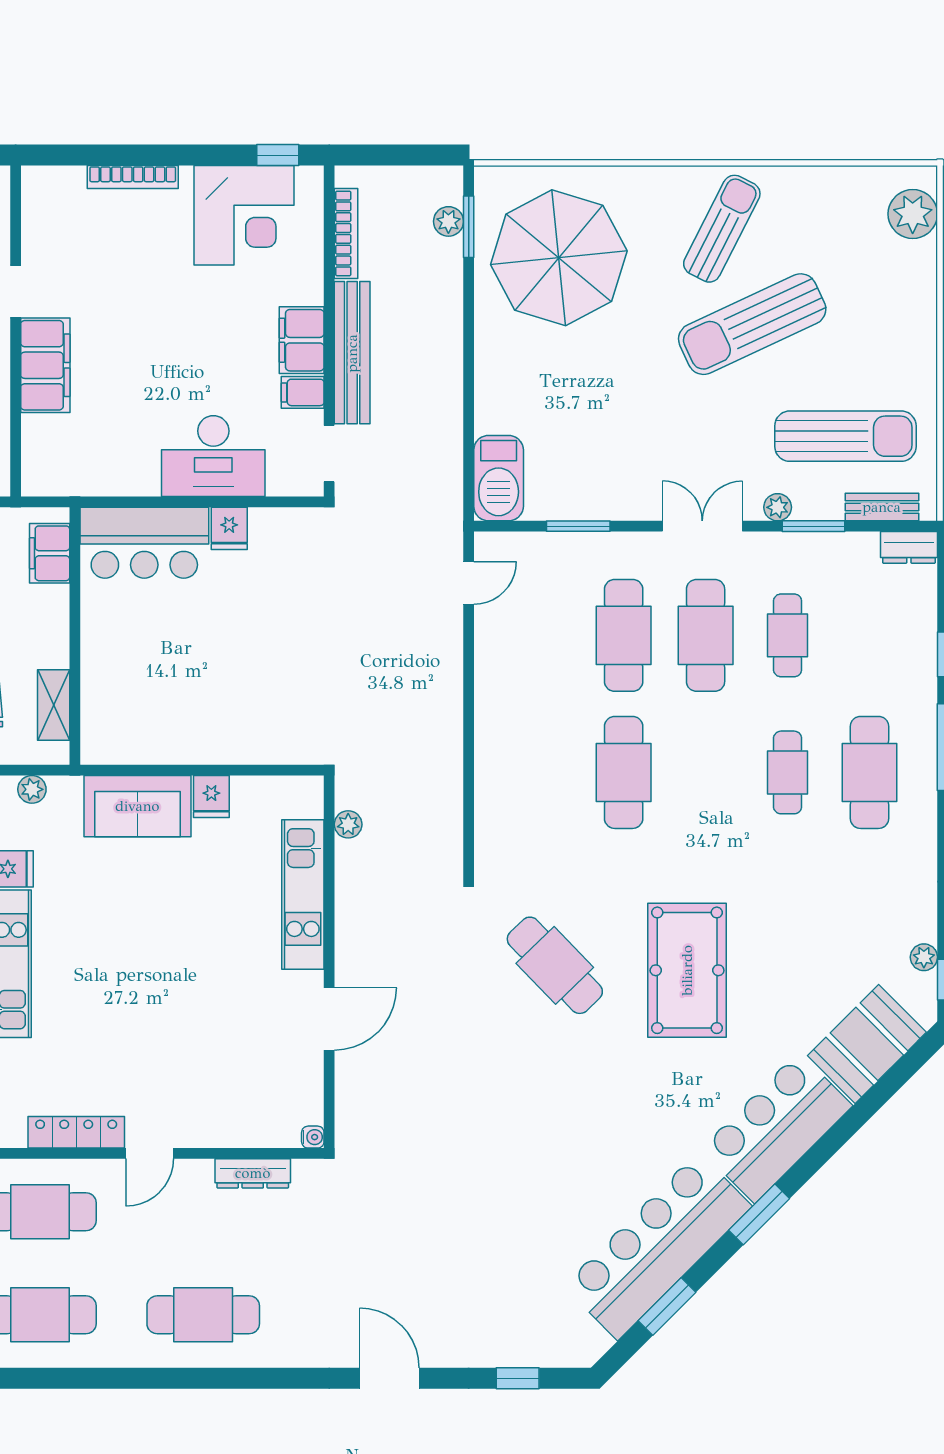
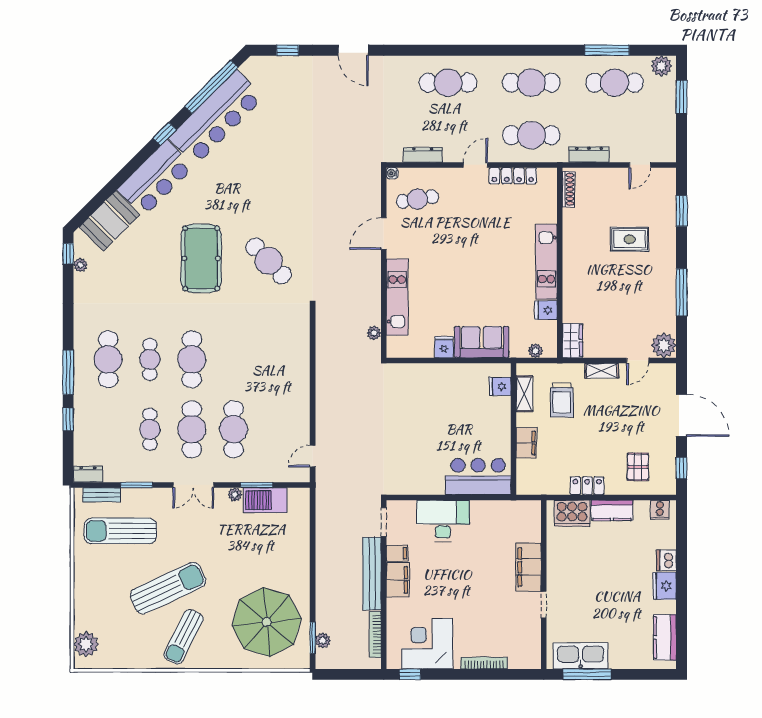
barbecue: (499, 478) -> (265, 500), moved, turned -90
plant: (778, 507) -> (235, 495), moved
fridge: (229, 528) -> (500, 386), moved, turned -90
filing cabinet: (50, 553) -> (526, 443), moved
cafe table: (624, 772) -> (192, 359), moved
cafe table: (263, 1087) -> (417, 199), added
window: (759, 1214) -> (164, 134), width x0.67
window: (667, 1306) -> (211, 87), width x2.11

